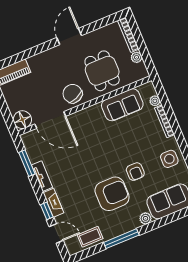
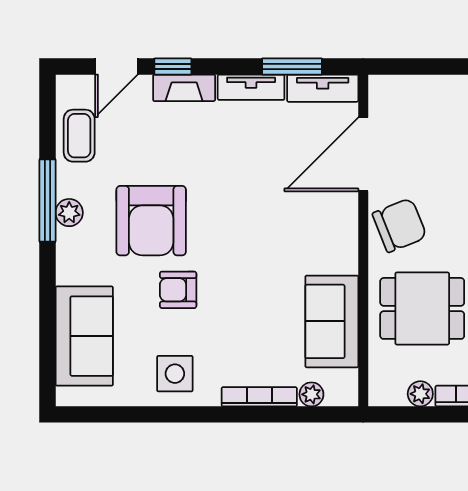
floor lamp: (22, 120) -> (389, 95), removed
tv unit: (31, 147) -> (323, 88), added
plant: (146, 218) -> (69, 213), moved

